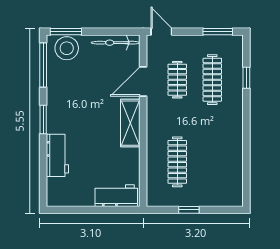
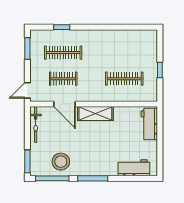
stool: (67, 48) -> (61, 162), moved
window: (43, 119) -> (93, 178), width x1.44
workbench: (57, 155) -> (134, 168), moved

